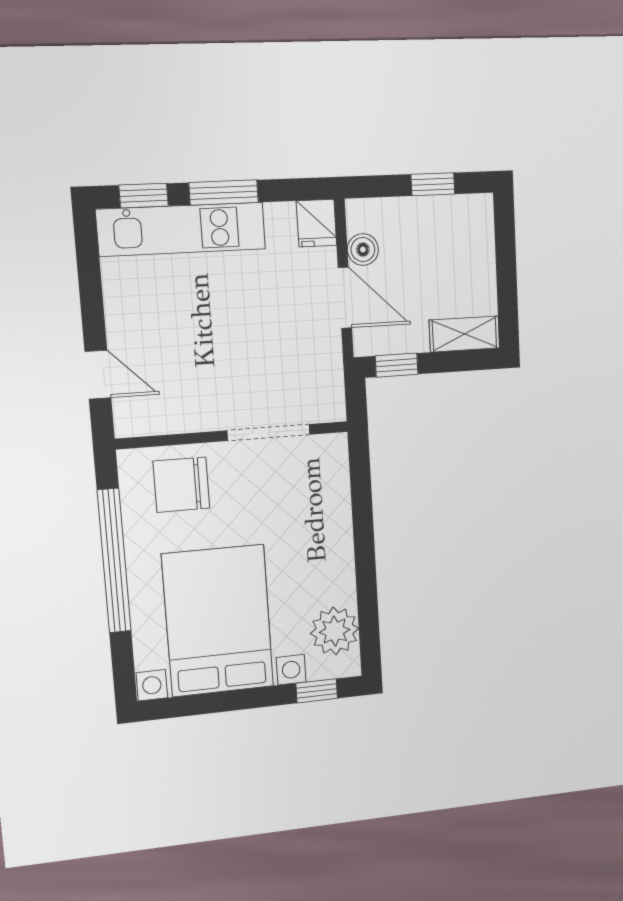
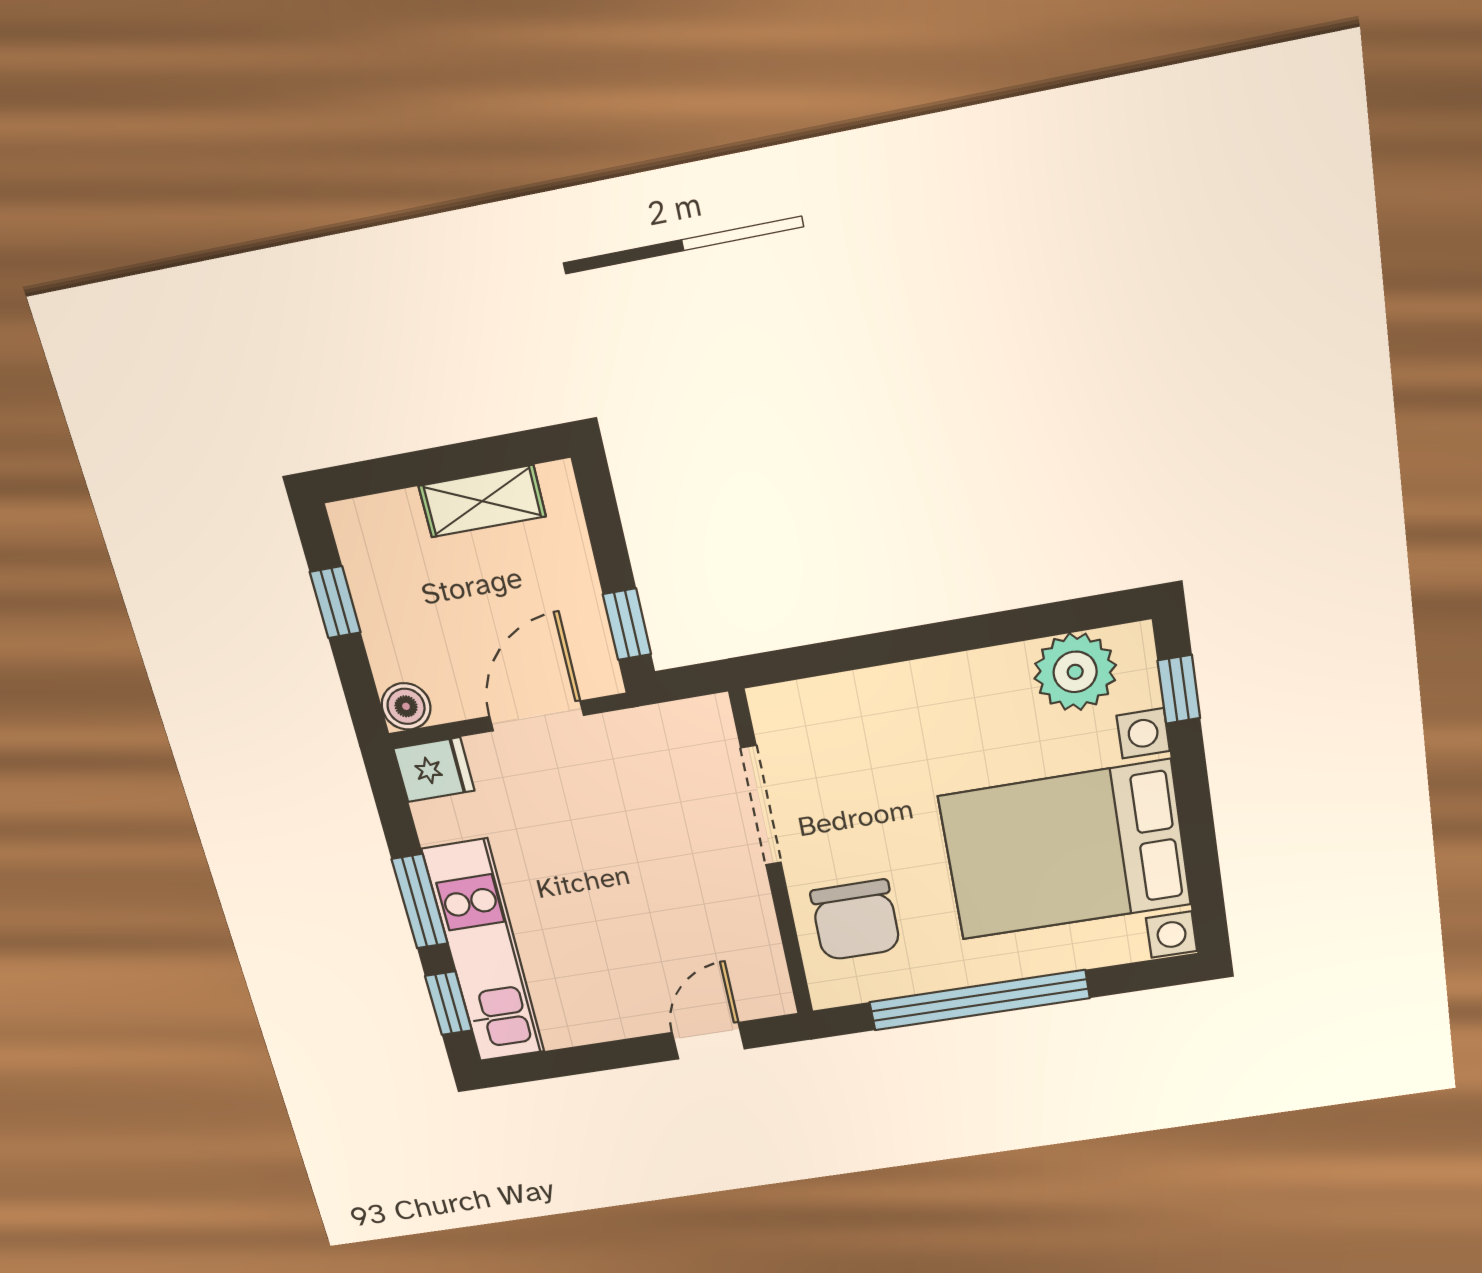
boiler: (363, 250) -> (406, 706), moved
shelving: (465, 334) -> (482, 501), moved, turned 90

